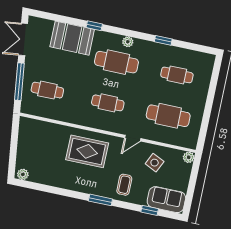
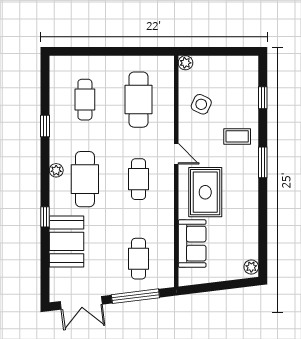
door: (133, 138) -> (176, 154), moved
sofa: (166, 200) -> (192, 244), moved, turned 180

